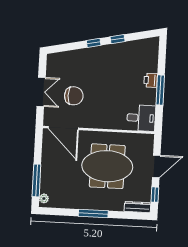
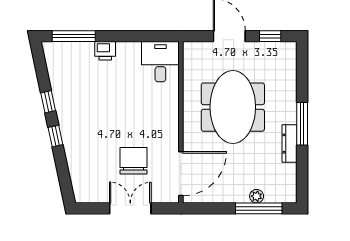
window: (160, 90) -> (74, 36), moved
plant: (44, 198) -> (257, 196), moved
dresser: (137, 207) -> (290, 144), moved

